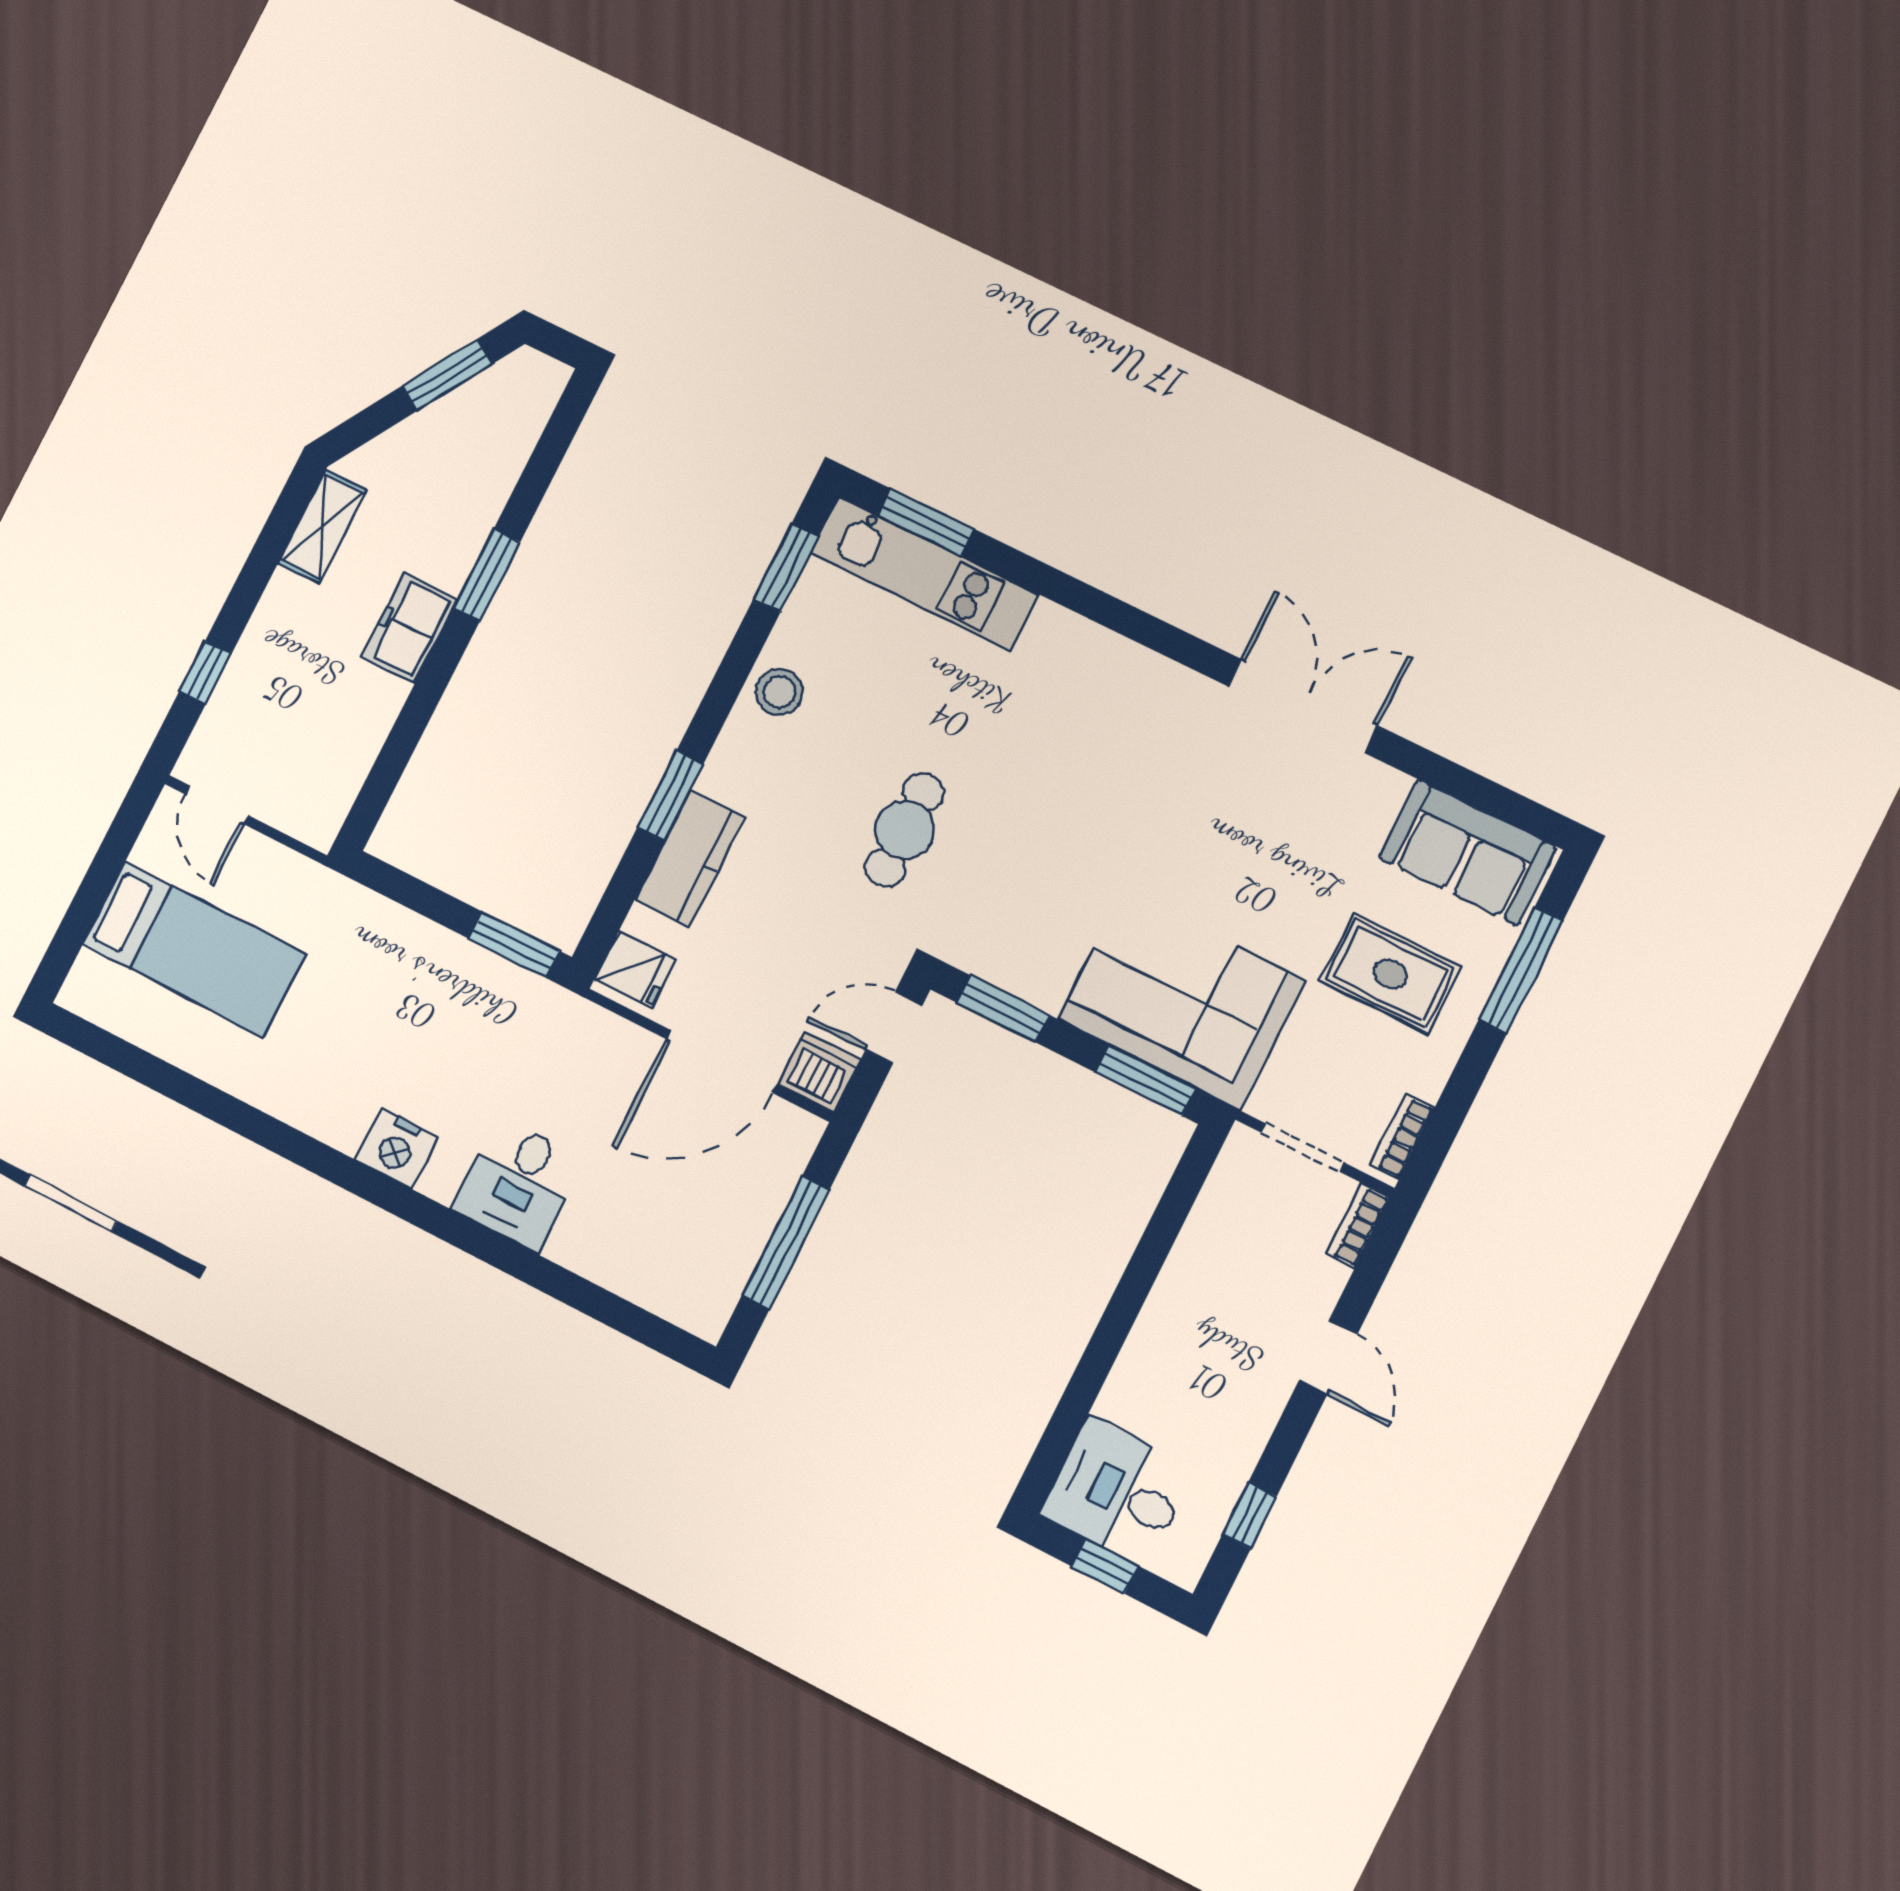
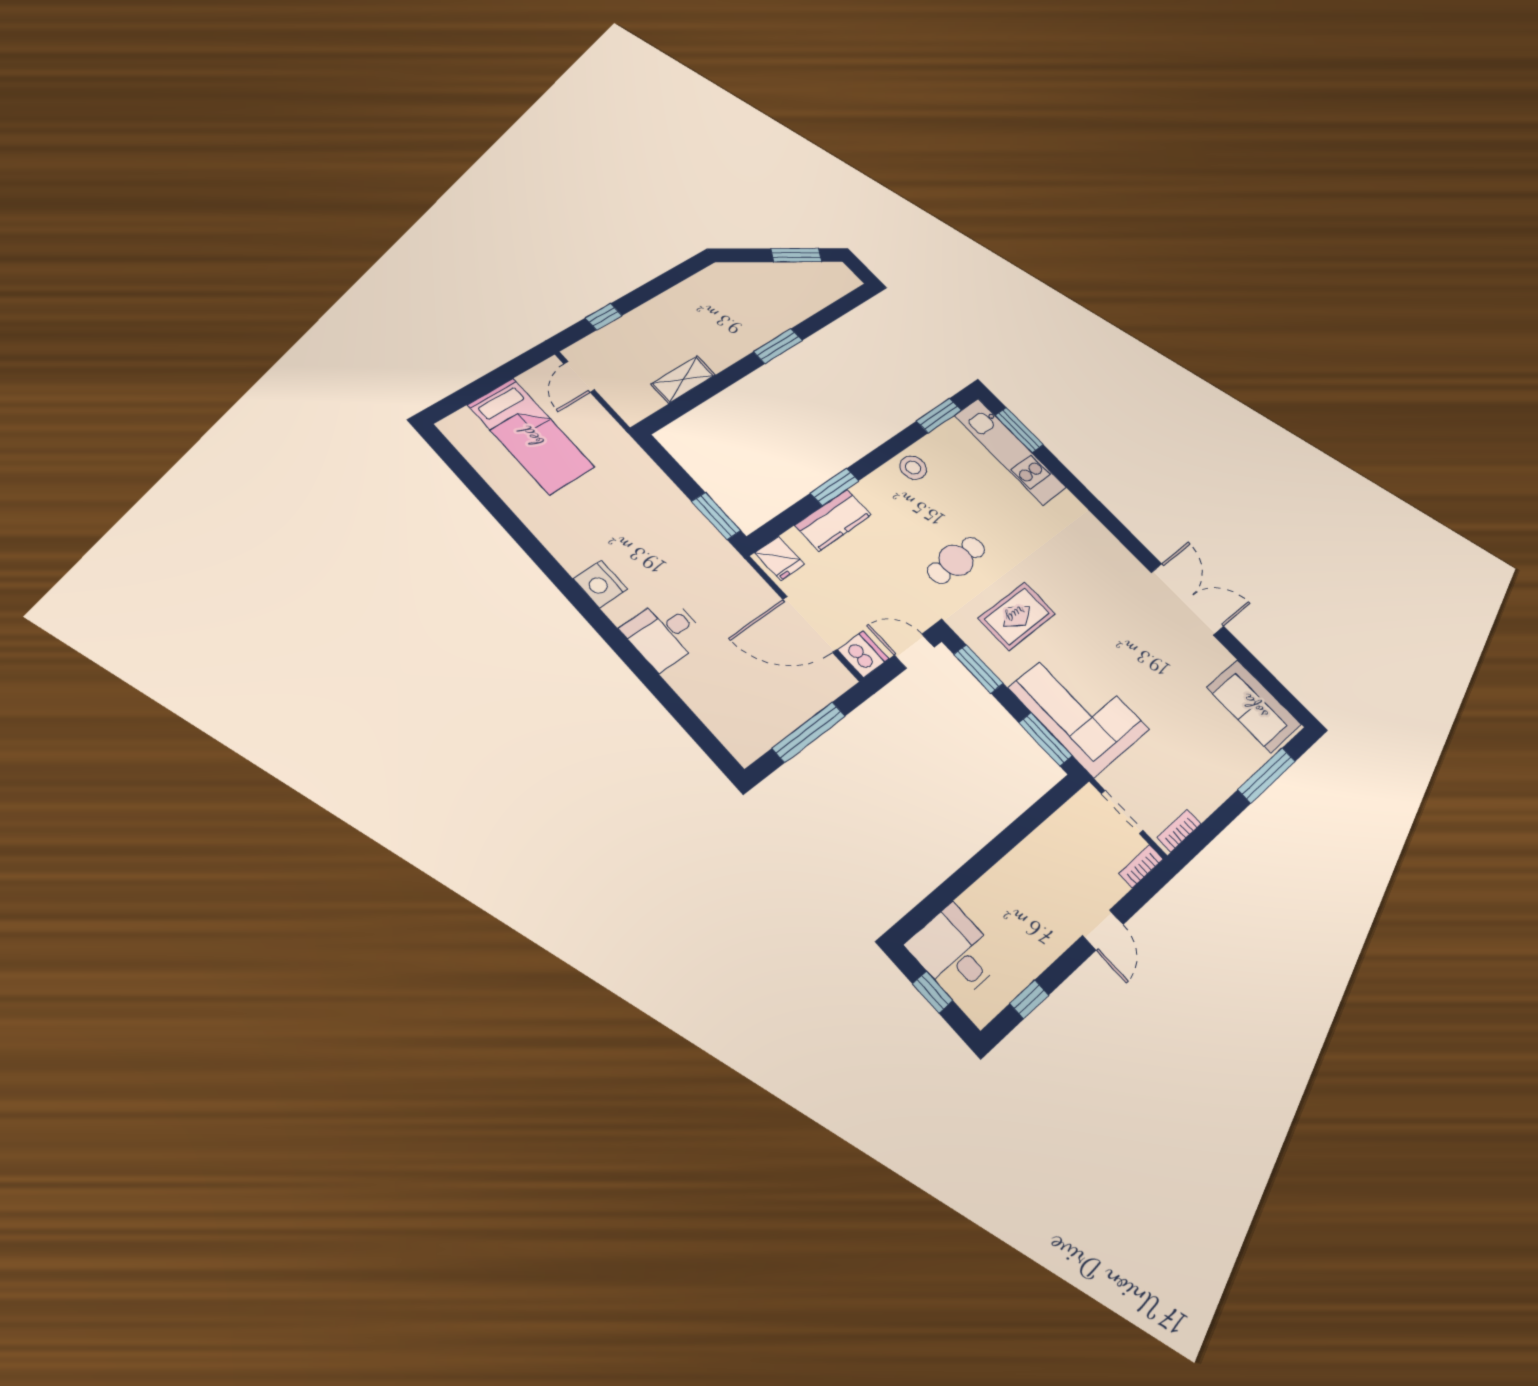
shelving: (322, 527) -> (683, 380), moved
freezer: (410, 628) -> (726, 349), removed
rug: (1390, 974) -> (1017, 616), moved, turned 90

